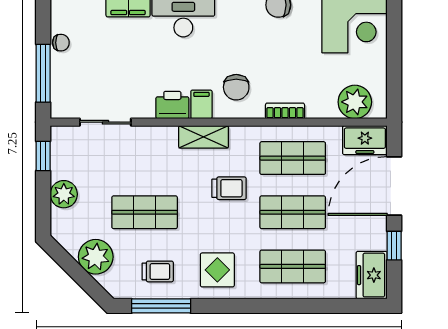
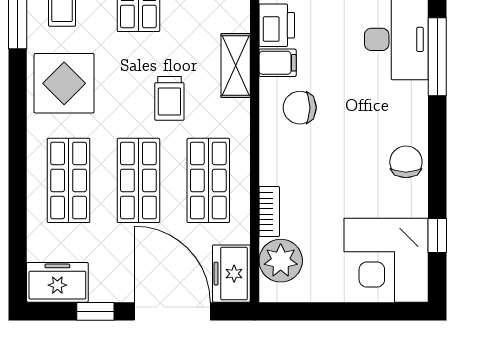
bookcase: (285, 111) -> (269, 211), moved
display table: (217, 270) -> (64, 83), width x1.36, depth x1.36

